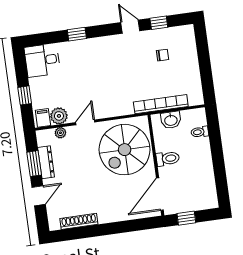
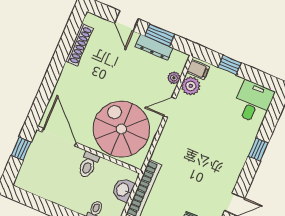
door: (85, 122) -> (170, 107), swing flipped

